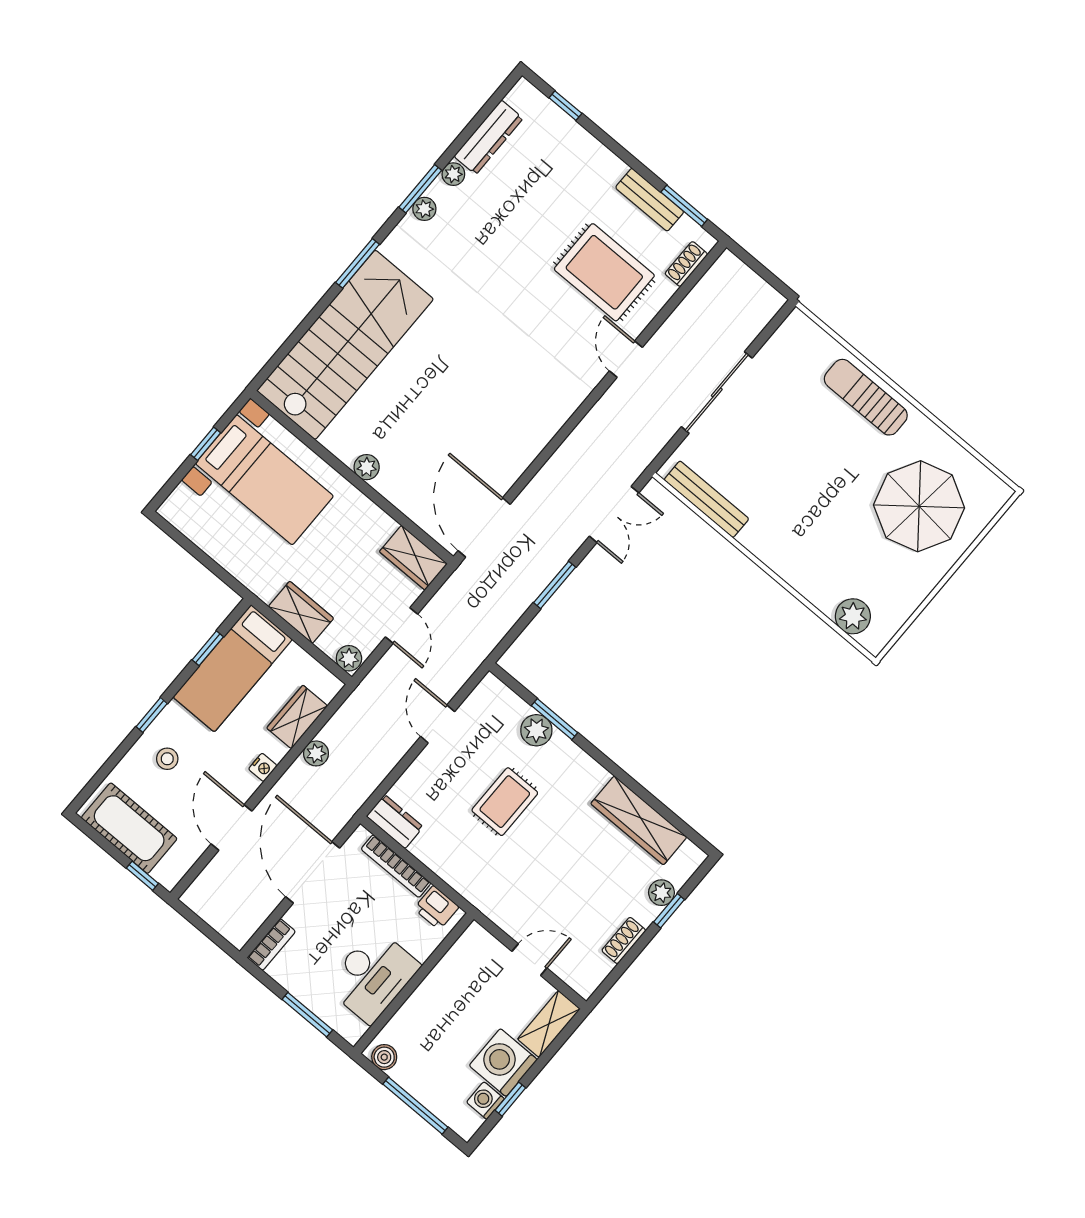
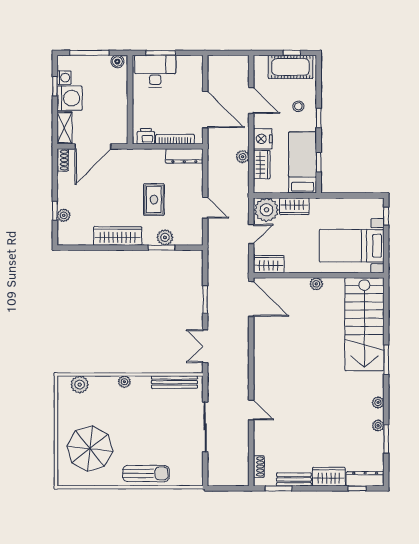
dresser: (489, 137) -> (365, 479), moved, turned 90
wardrobe: (593, 159) -> (329, 477), added
window: (420, 189) -> (386, 439), moved
rug: (604, 272) -> (288, 437), removed
window: (206, 444) -> (386, 216), moved
plant: (782, 564) -> (124, 382), added
door: (402, 625) -> (251, 234), swing flipped
plant: (349, 658) -> (266, 210), width x1.87, depth x1.87
nightstand: (263, 767) -> (263, 139), width x1.89, depth x1.79
wardrobe: (639, 820) -> (118, 236), moved
dresser: (395, 822) -> (184, 156), width x1.44
window: (142, 876) -> (292, 53), moved
shoe rack: (624, 941) -> (63, 160), moved
bookcase: (271, 945) -> (198, 68), removed
door: (529, 960) -> (93, 146), width x1.88
desk: (373, 976) -> (155, 71), moved, turned 90

